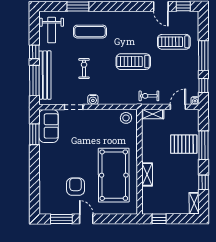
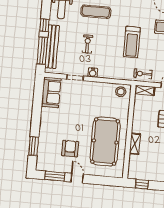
treadmill: (133, 62) -> (132, 42), turned -90
window: (34, 134) -> (34, 146), moved

